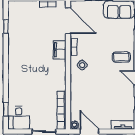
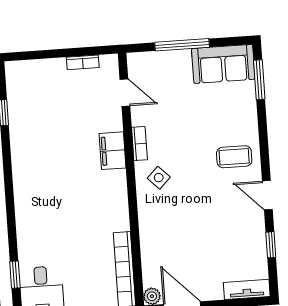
door: (68, 21) -> (125, 93), width x0.53

